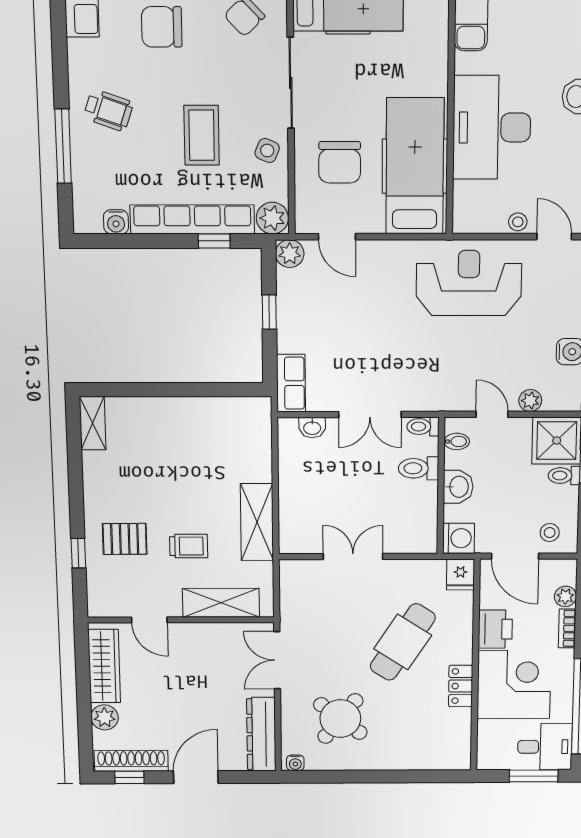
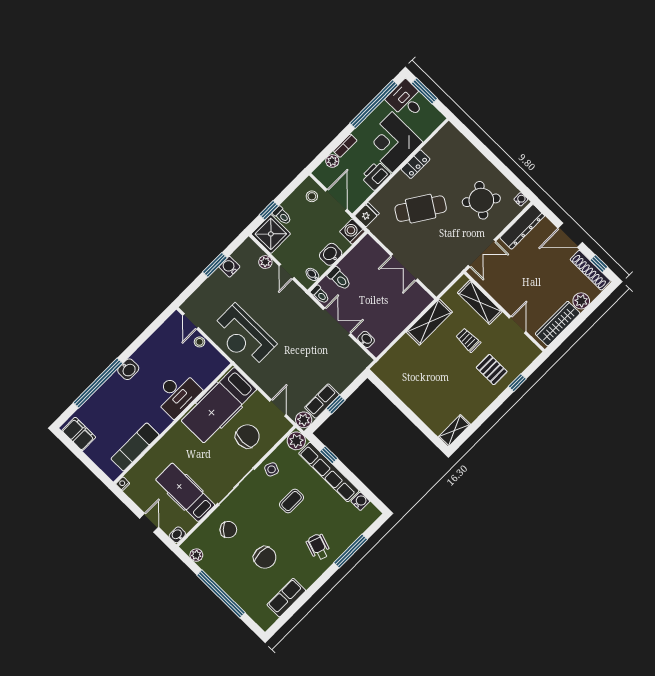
desk: (492, 127) -> (177, 394), width x0.73, depth x0.77
coffee table: (202, 135) -> (292, 501), width x0.73, depth x0.77
row of seats: (291, 383) -> (322, 401), moved

